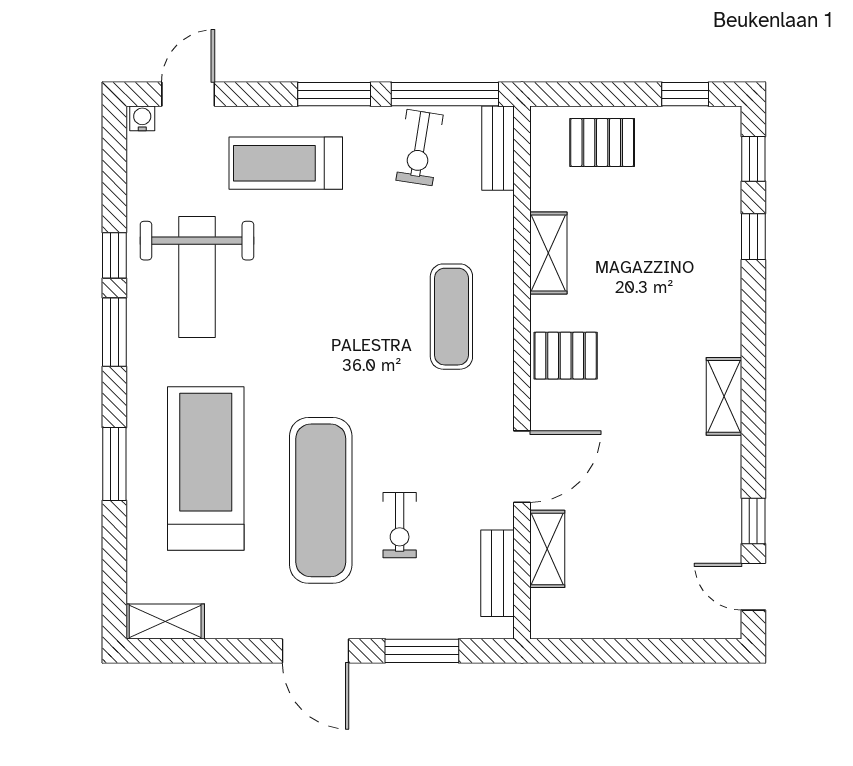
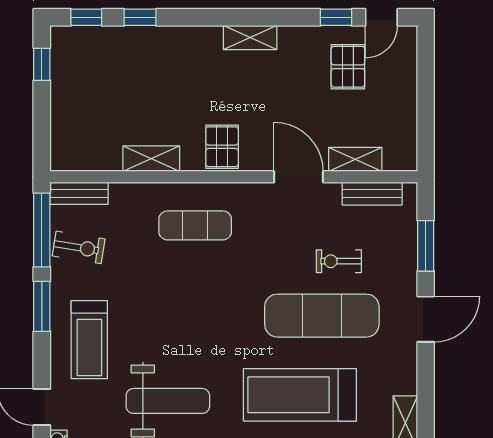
pallet: (602, 142) -> (348, 67), moved
exercise bike: (400, 525) -> (339, 261), turned 180

